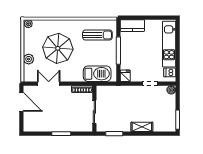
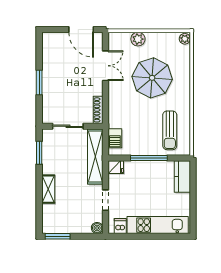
barbecue: (97, 74) -> (115, 138), width x0.53, depth x0.65
shelving: (117, 91) -> (95, 156), added
door: (21, 102) -> (81, 29), hinge flipped

